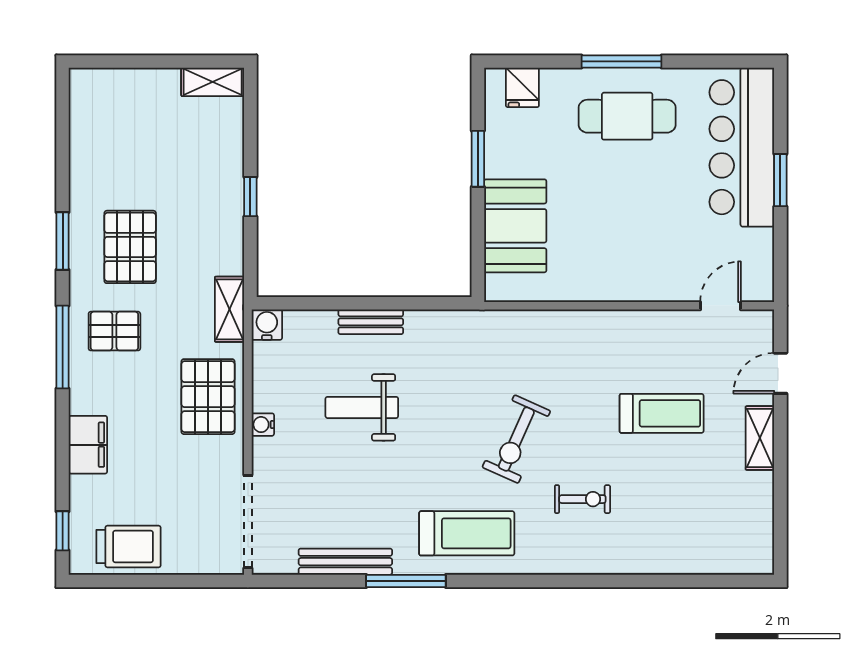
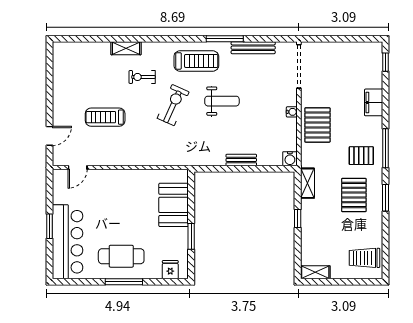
shelving: (229, 309) -> (307, 183), moved
weight bench: (362, 407) -> (222, 101), moved
shelving: (760, 438) -> (126, 48), moved, turned 90
treadmill: (467, 533) -> (196, 61), turned 180
trolley: (128, 547) -> (364, 258), moved

